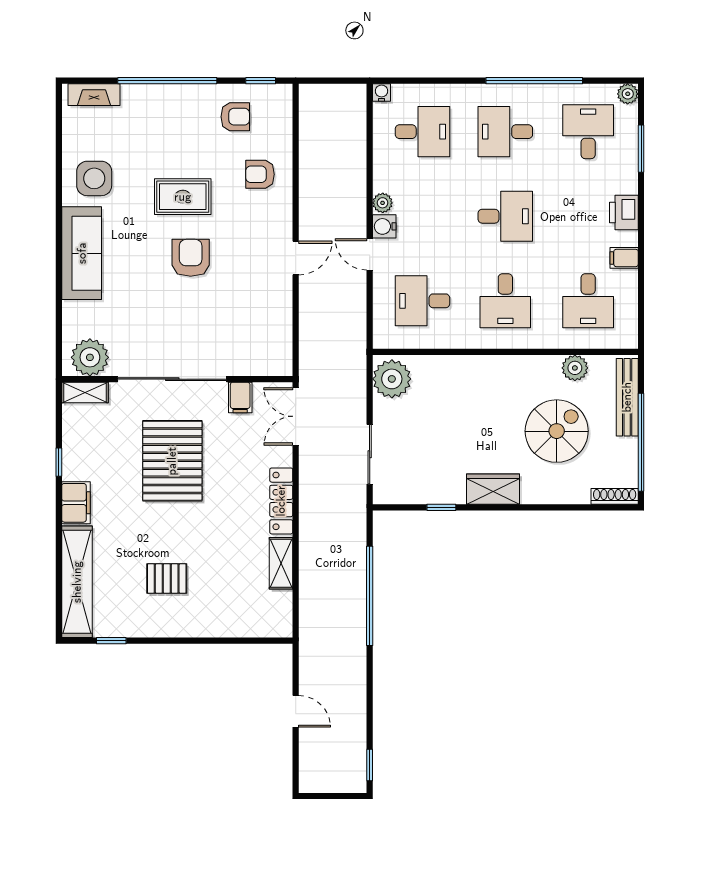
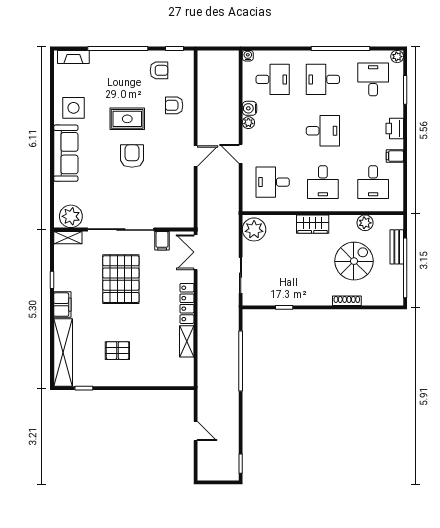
water cooler: (384, 226) -> (249, 108), moved
bench: (627, 397) -> (397, 247), width x0.73
wardrobe: (493, 489) -> (313, 224), moved, turned 180
shoe rack: (615, 496) -> (347, 301), moved

